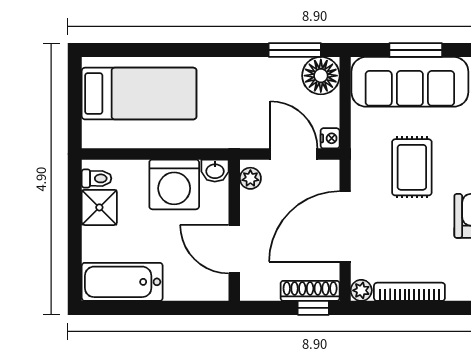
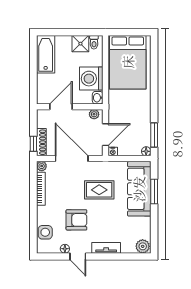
floor lamp: (321, 76) -> (146, 151), width x0.53, depth x0.53
bed: (139, 94) -> (128, 62), width x1.50

